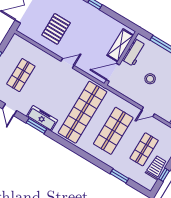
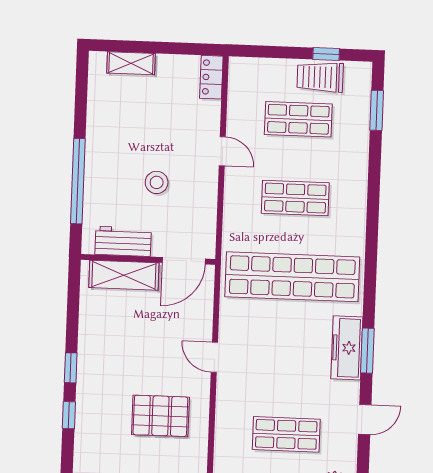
door: (113, 72) -> (184, 261), hinge flipped
shop shelf: (113, 131) -> (295, 198), width x0.70, depth x0.74
window: (119, 176) -> (377, 110), moved

